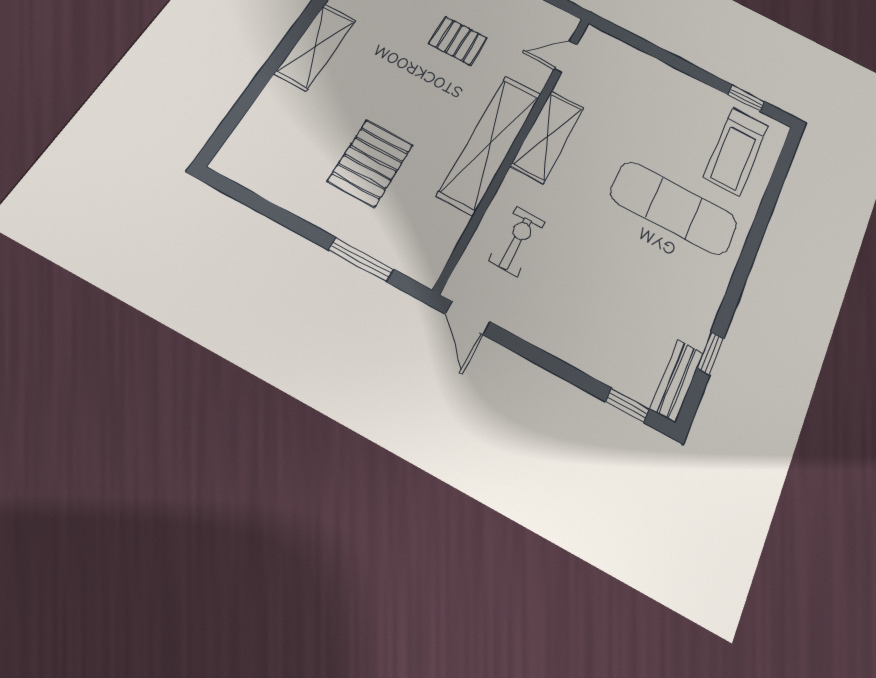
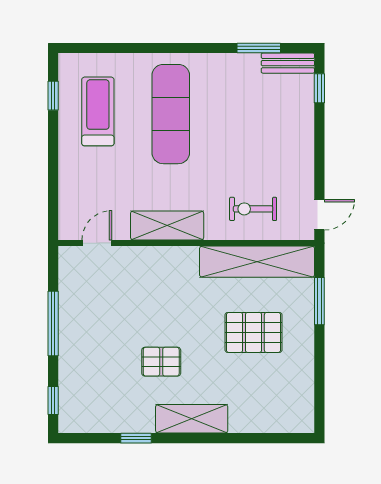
pallet: (458, 41) -> (161, 362), moved, turned 90
door: (566, 57) -> (97, 243), swing flipped
shelving: (490, 144) -> (257, 262), moved
treadmill: (736, 151) -> (98, 111), moved, turned -90
window: (710, 353) -> (259, 48), width x1.50

